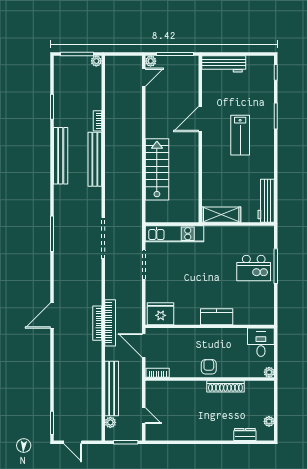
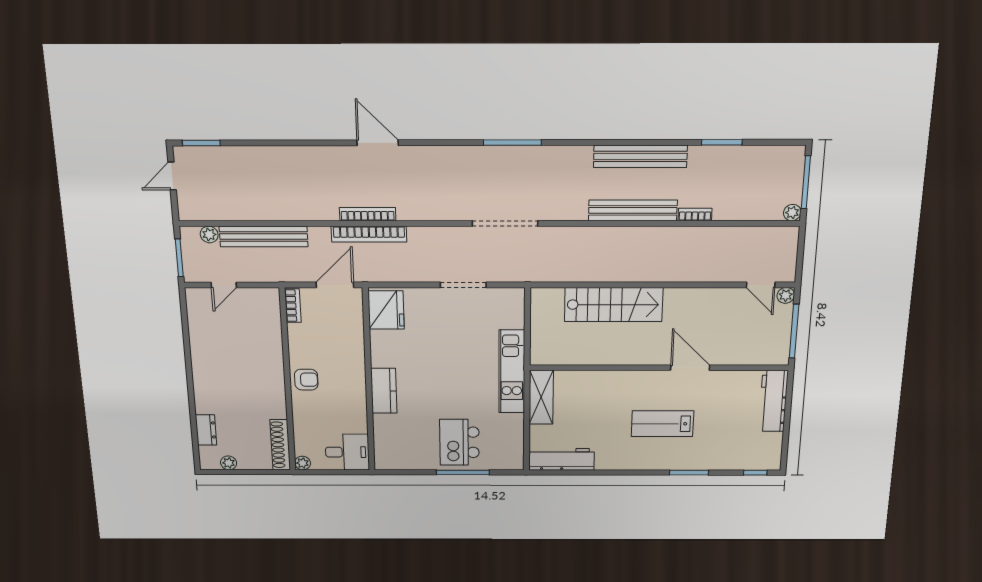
kitchen unit: (174, 234) -> (512, 372), moved
shoe rack: (225, 386) -> (280, 445), moved

